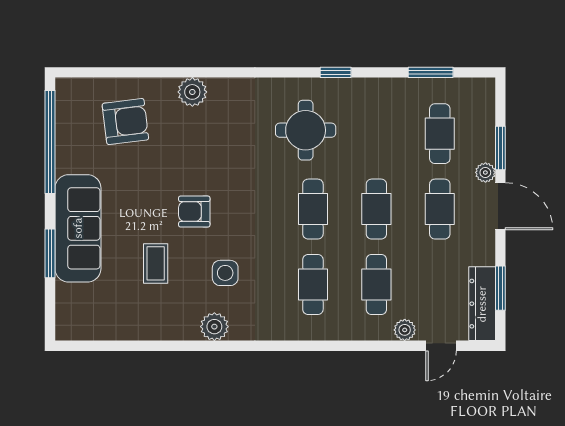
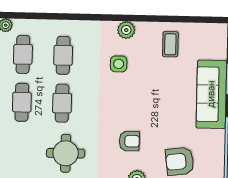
armchair: (194, 212) -> (129, 141), moved
coffee table: (156, 263) -> (170, 44), moved

